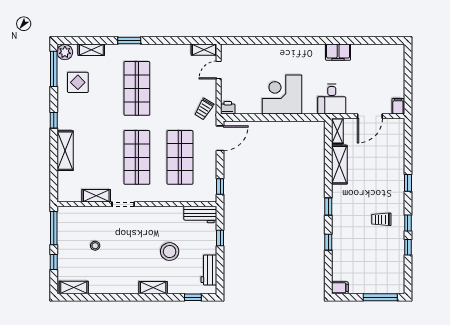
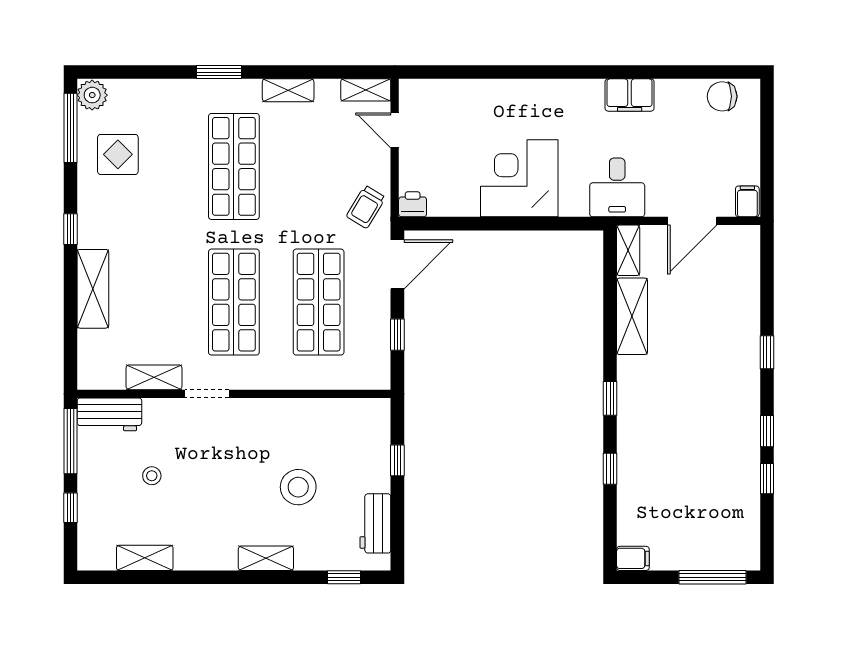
shelving: (91, 50) -> (288, 90), moved
chair: (385, 53) -> (722, 96), added
door: (219, 70) -> (395, 130), hinge flipped
window: (220, 187) -> (397, 335), moved
workbench: (200, 215) -> (109, 414), moved
trolley: (381, 219) -> (715, 424), removed
shelving: (74, 287) -> (145, 558), moved

